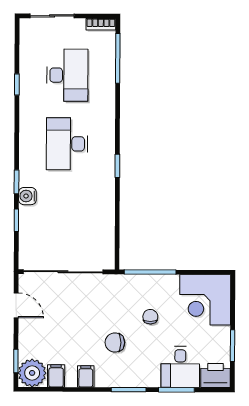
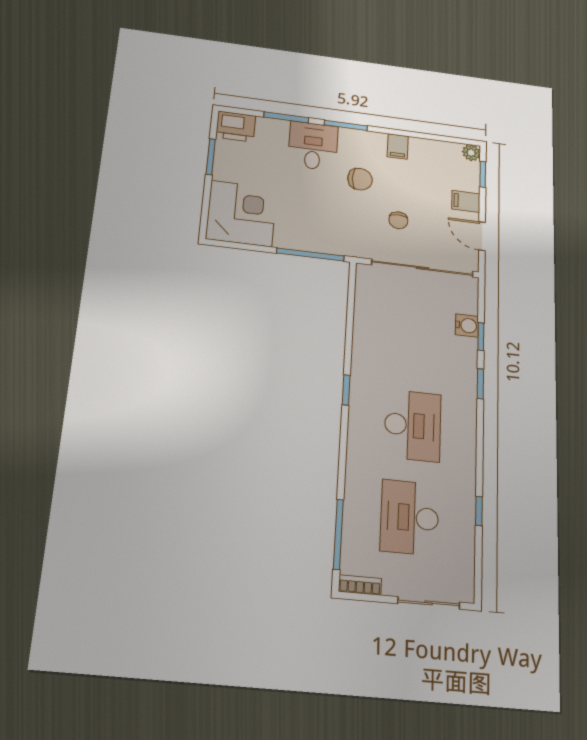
water cooler: (27, 196) -> (467, 326), moved
chair: (150, 317) -> (398, 220), moved
desk: (180, 367) -> (313, 146), moved
plant: (32, 373) -> (471, 153), width x0.53, depth x0.53
filing cabinet: (56, 376) -> (466, 201), moved, turned 90

